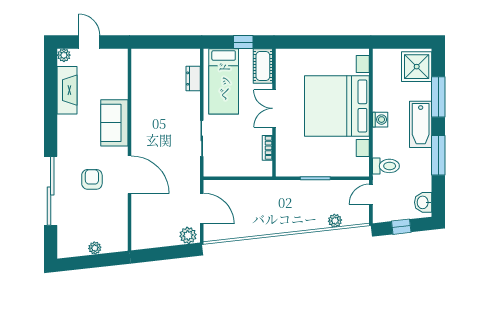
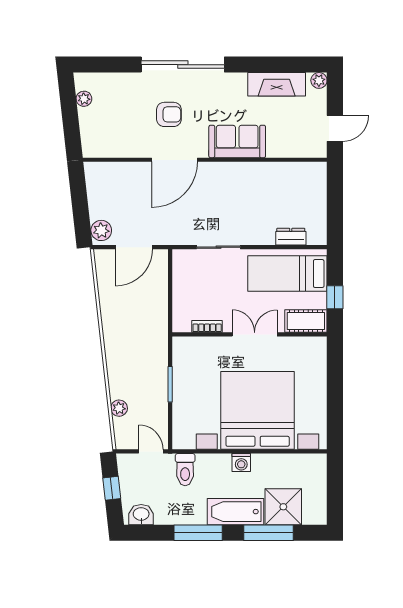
door: (89, 42) -> (335, 128), moved
shower: (417, 67) -> (283, 507), moved
sliding door: (51, 191) -> (183, 65), moved
plant: (95, 248) -> (84, 99), moved

